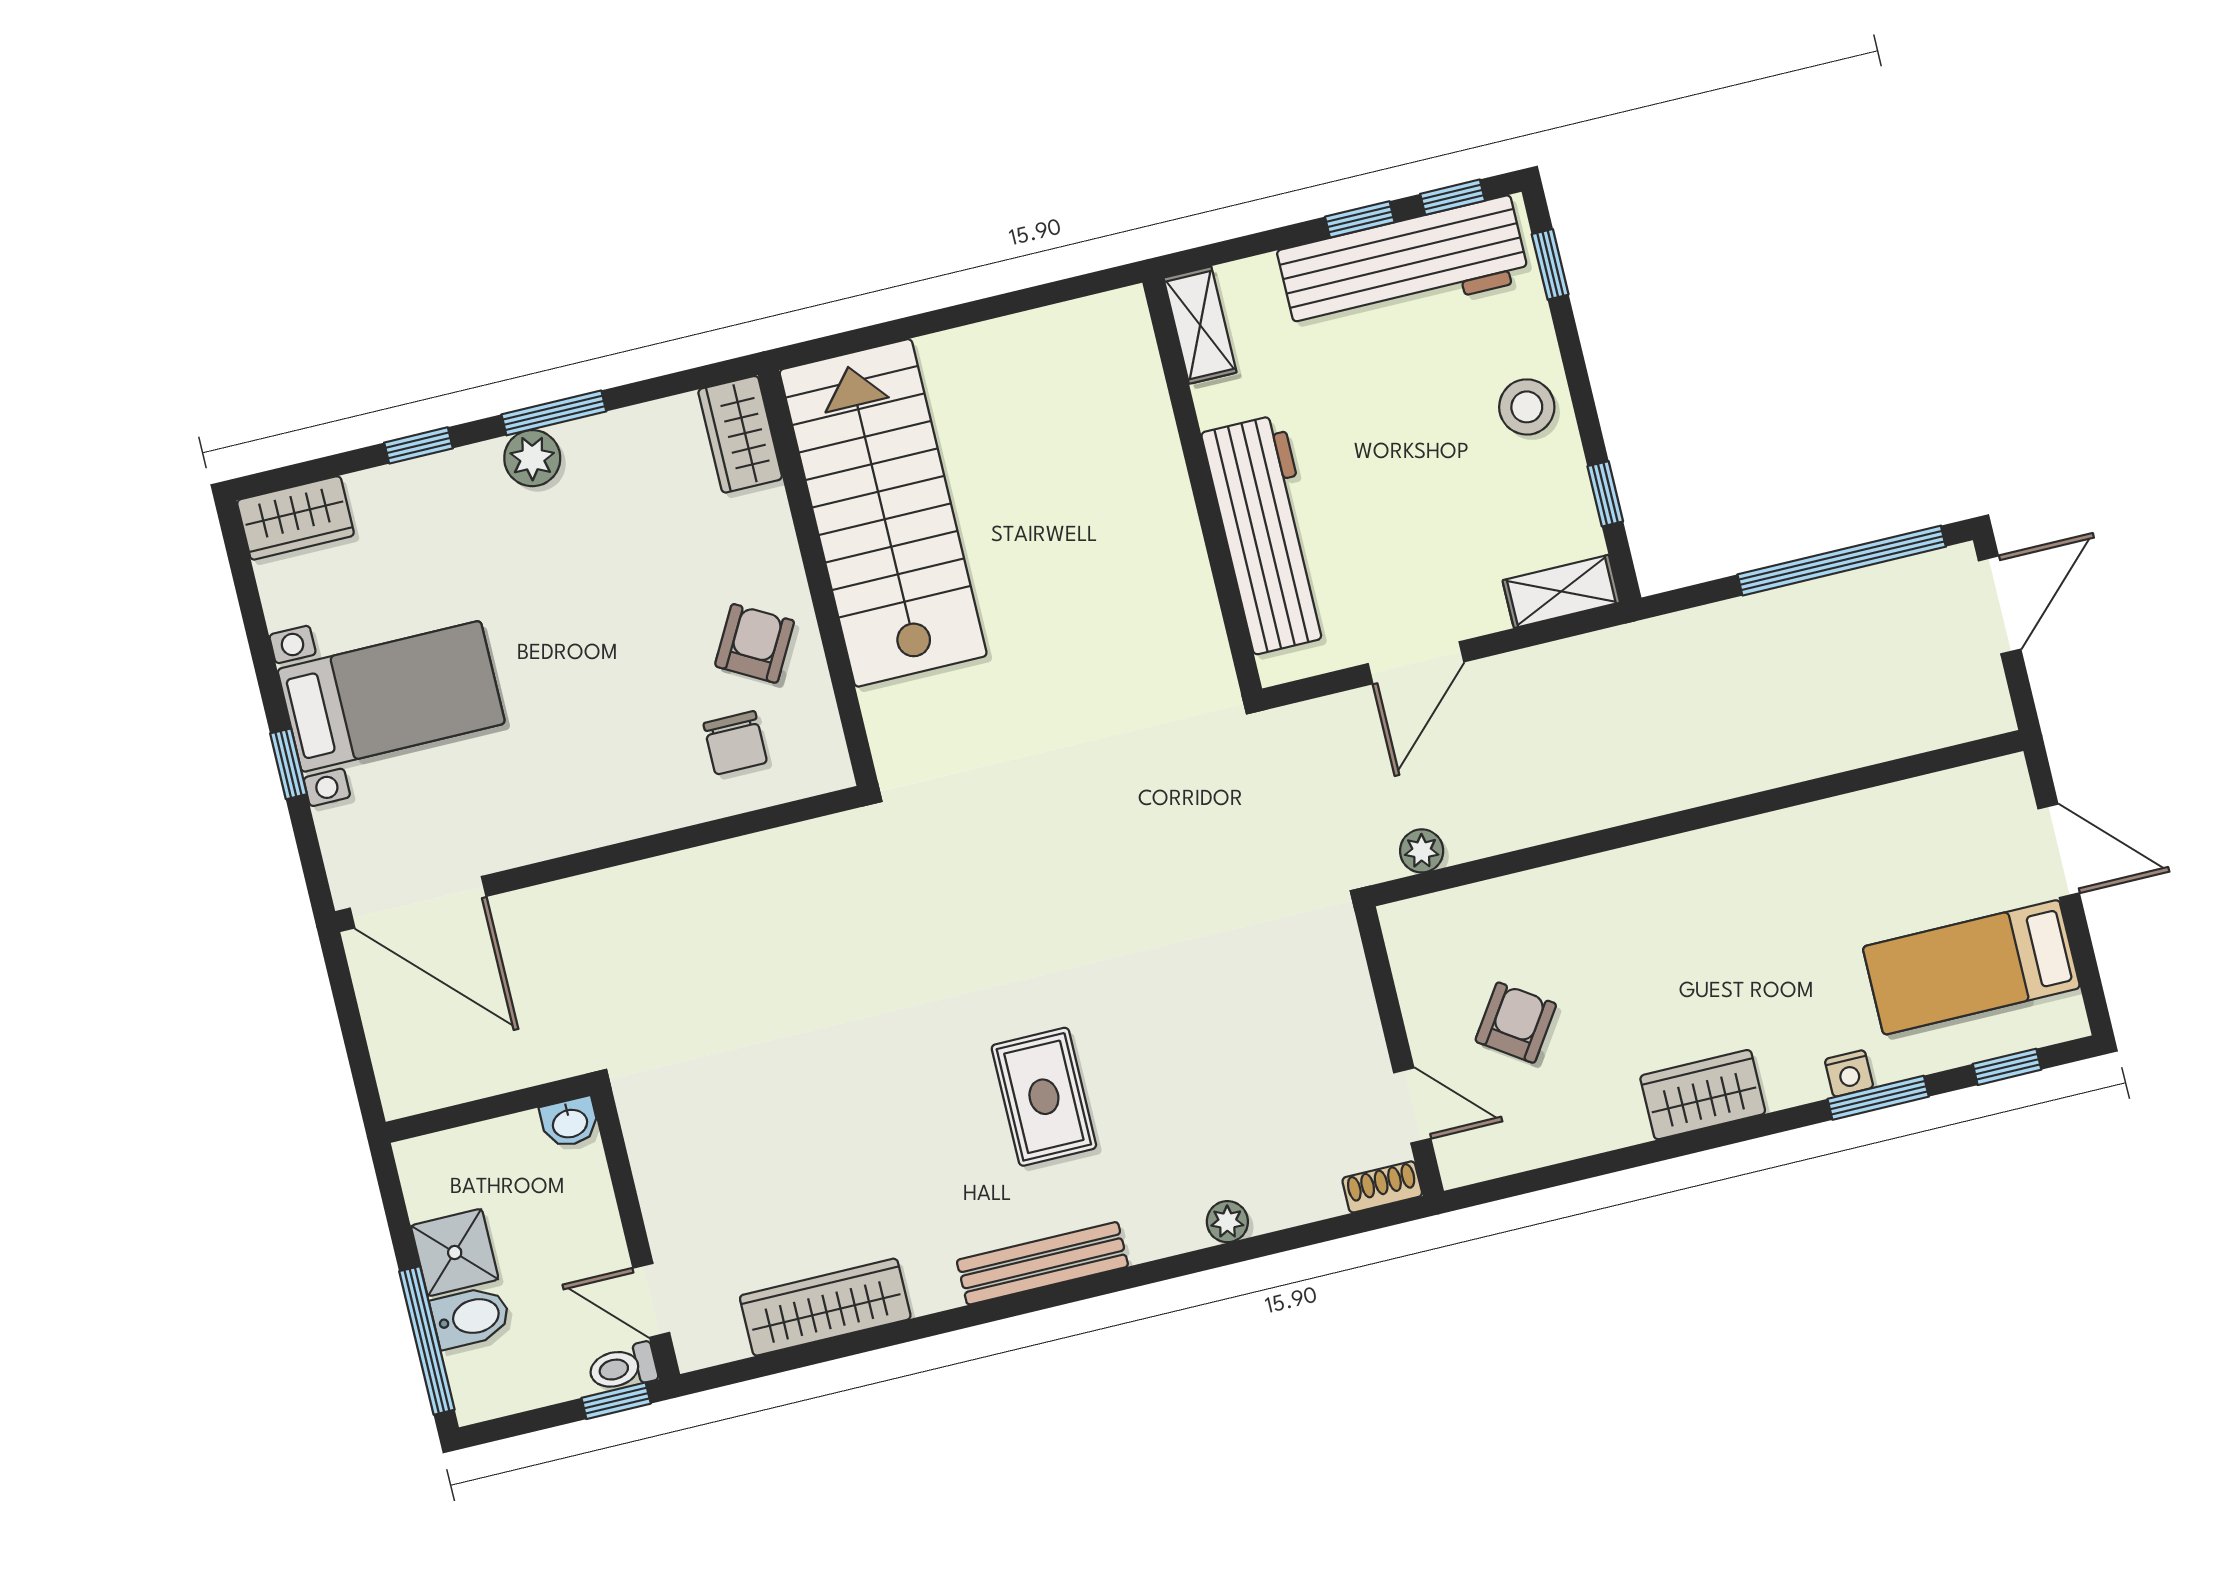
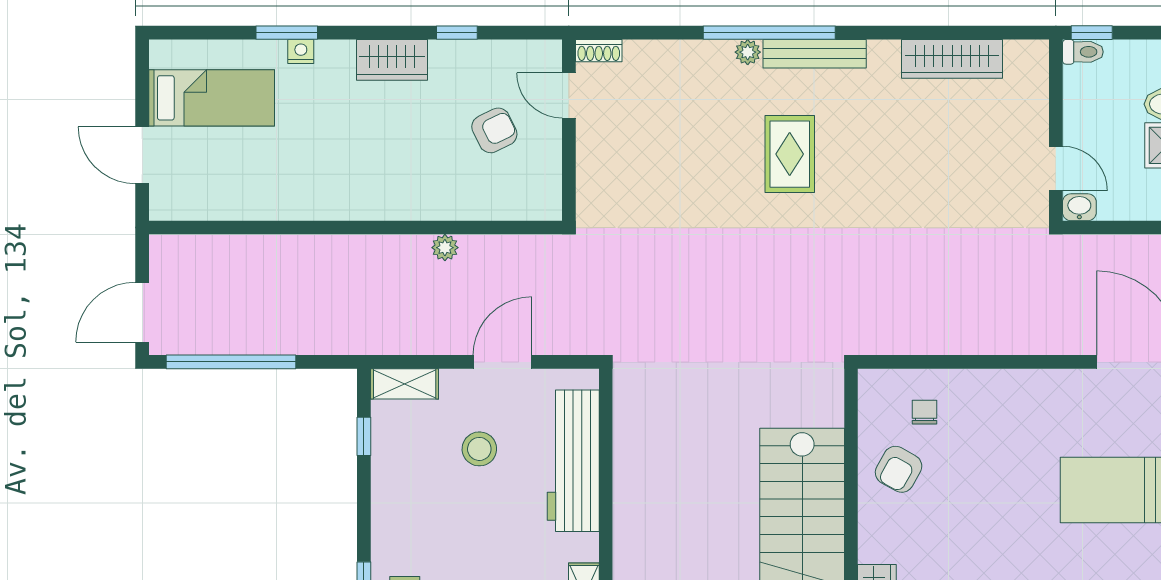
stool: (1527, 407) -> (479, 449), moved
chair: (735, 743) -> (925, 412), width x0.73, depth x0.73
plant: (1422, 851) -> (445, 248), moved
armchair: (1516, 1023) -> (494, 130), turned -150
window: (2007, 1067) -> (457, 33), moved
plant: (1227, 1222) -> (748, 52), moved
window: (1122, 1279) -> (769, 33), added
door: (651, 1300) -> (1056, 168), moved

